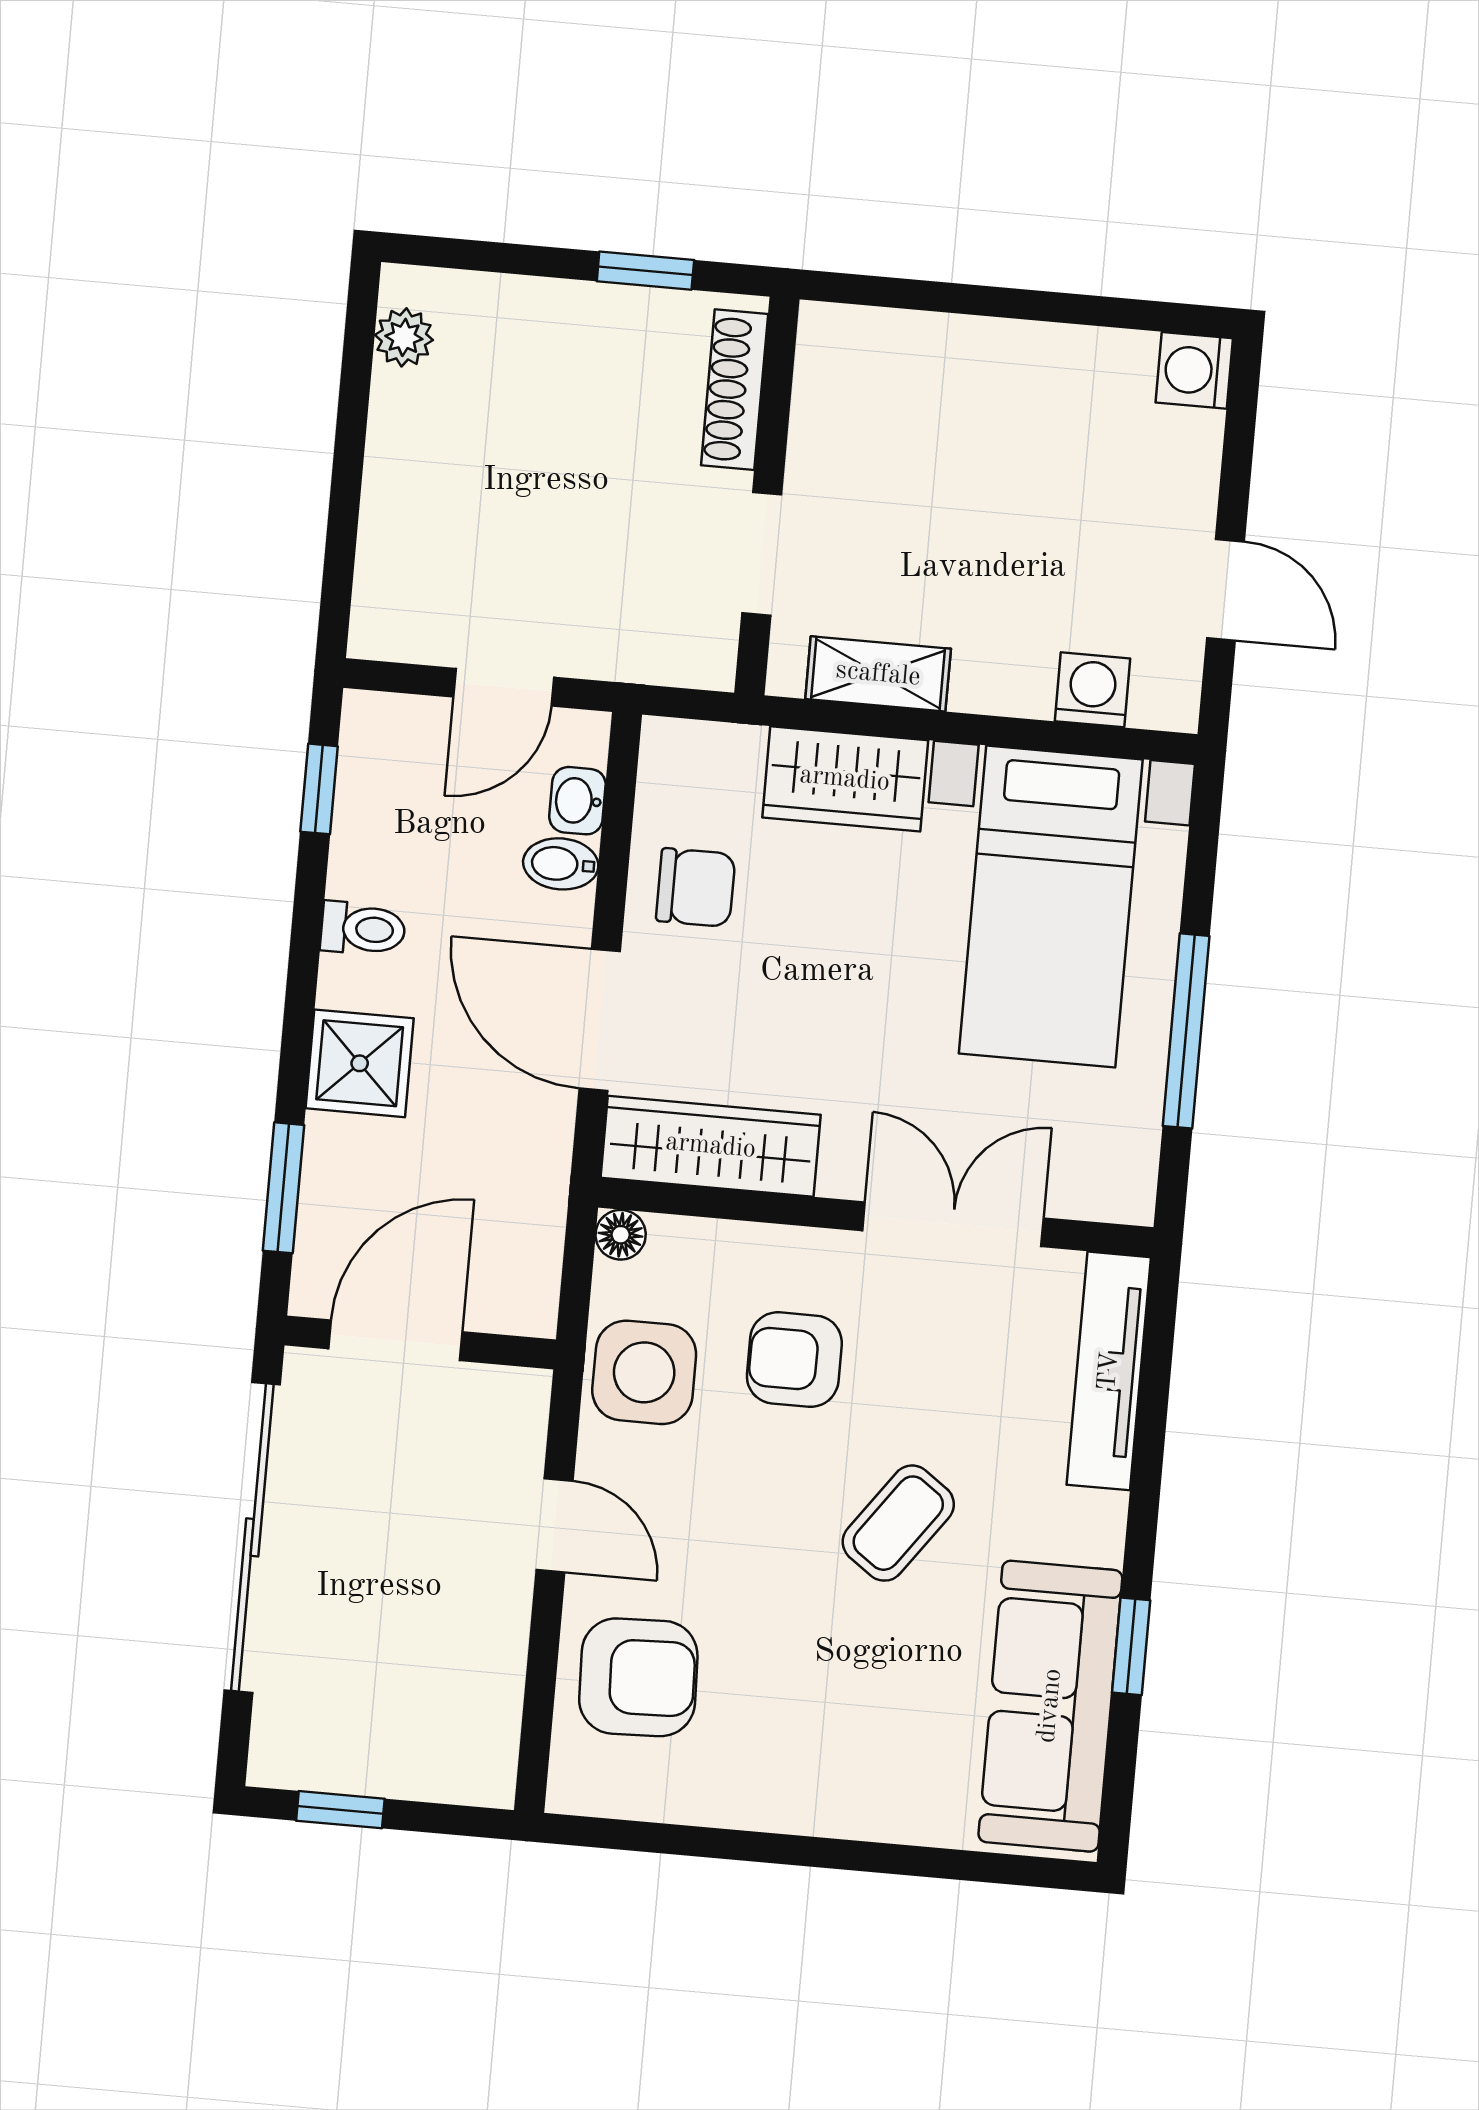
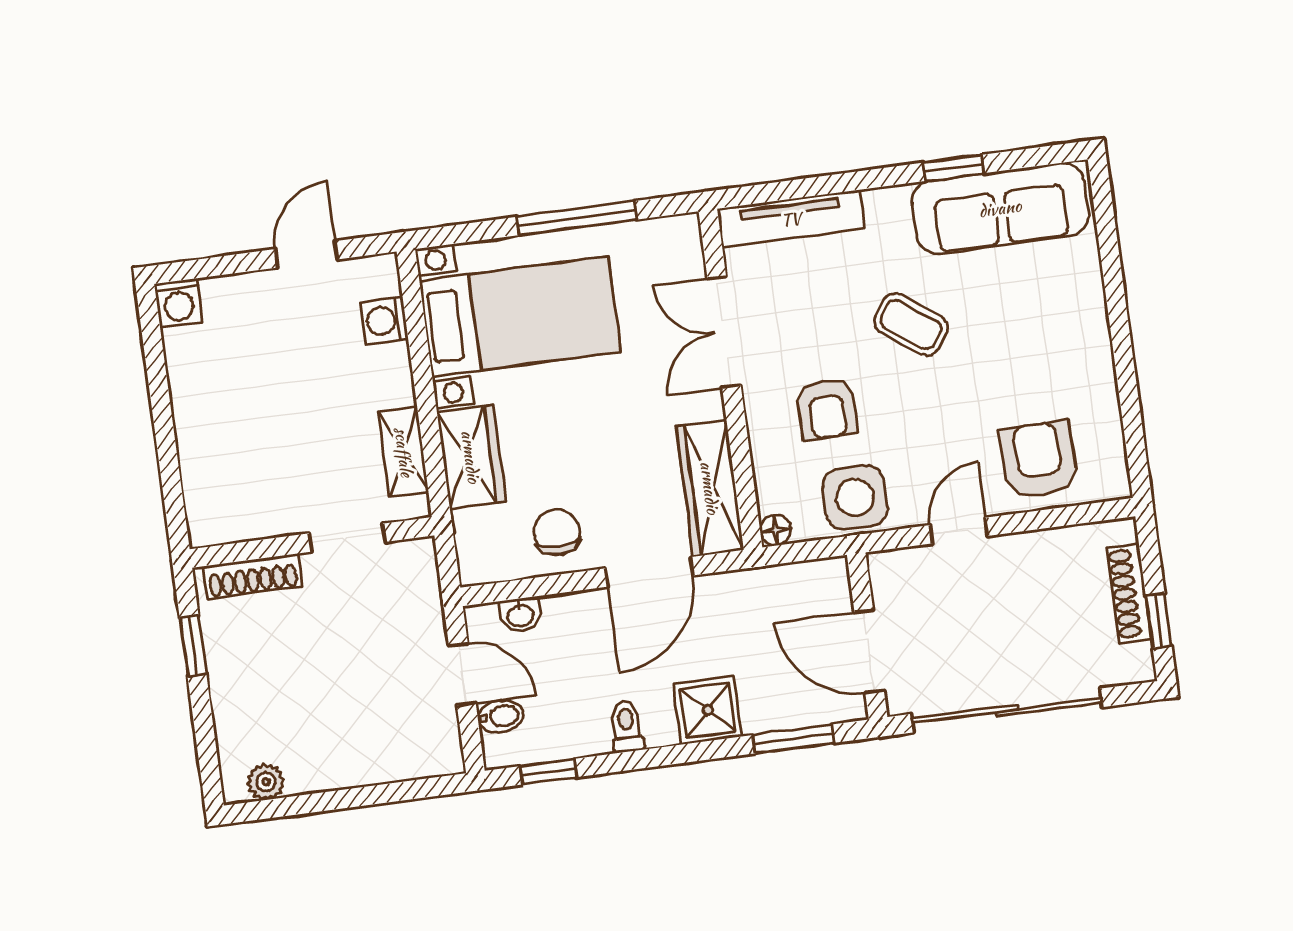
bidet: (561, 864) -> (501, 716), moved, turned -90
shoe rack: (394, 1773) -> (1129, 593), added

